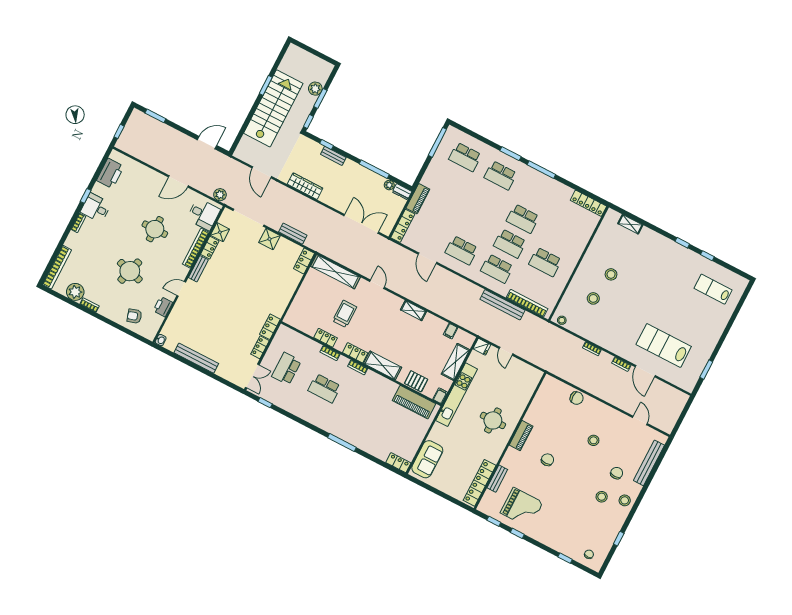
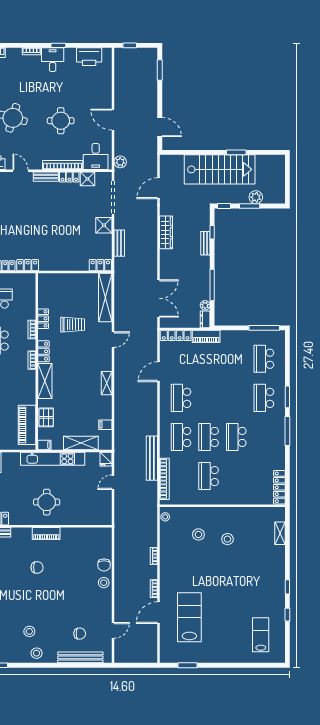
stool: (593, 440) -> (104, 583), moved
chair: (617, 473) -> (80, 634), moved

